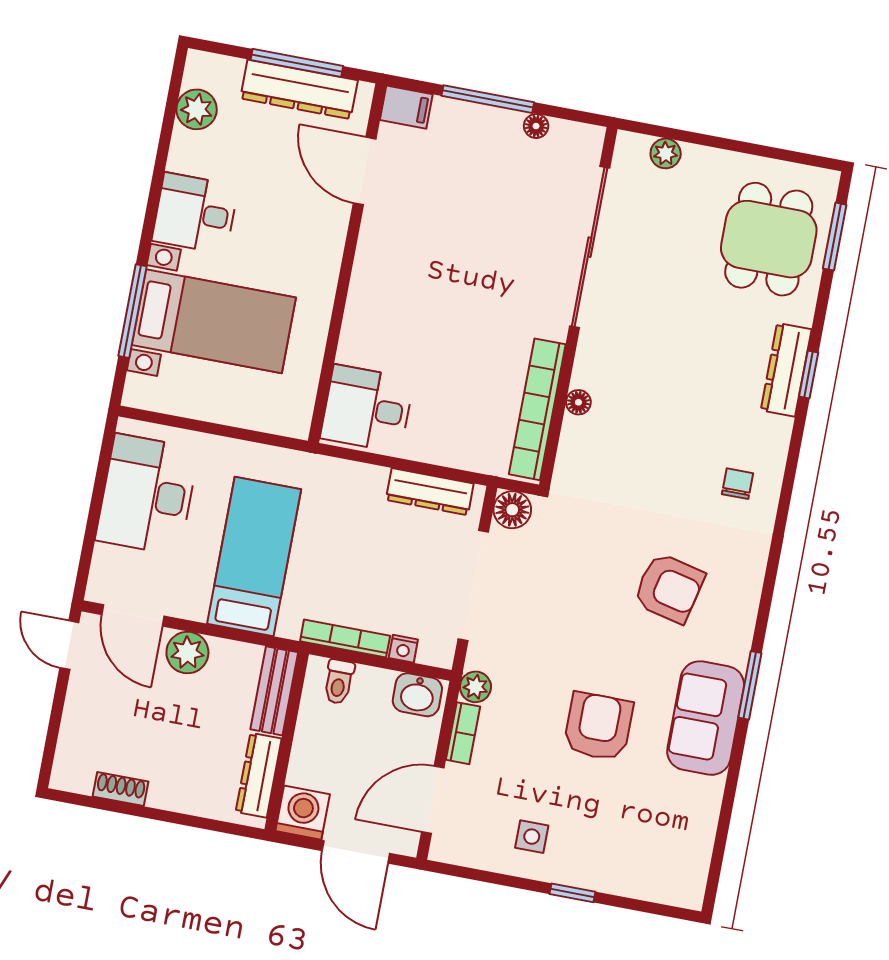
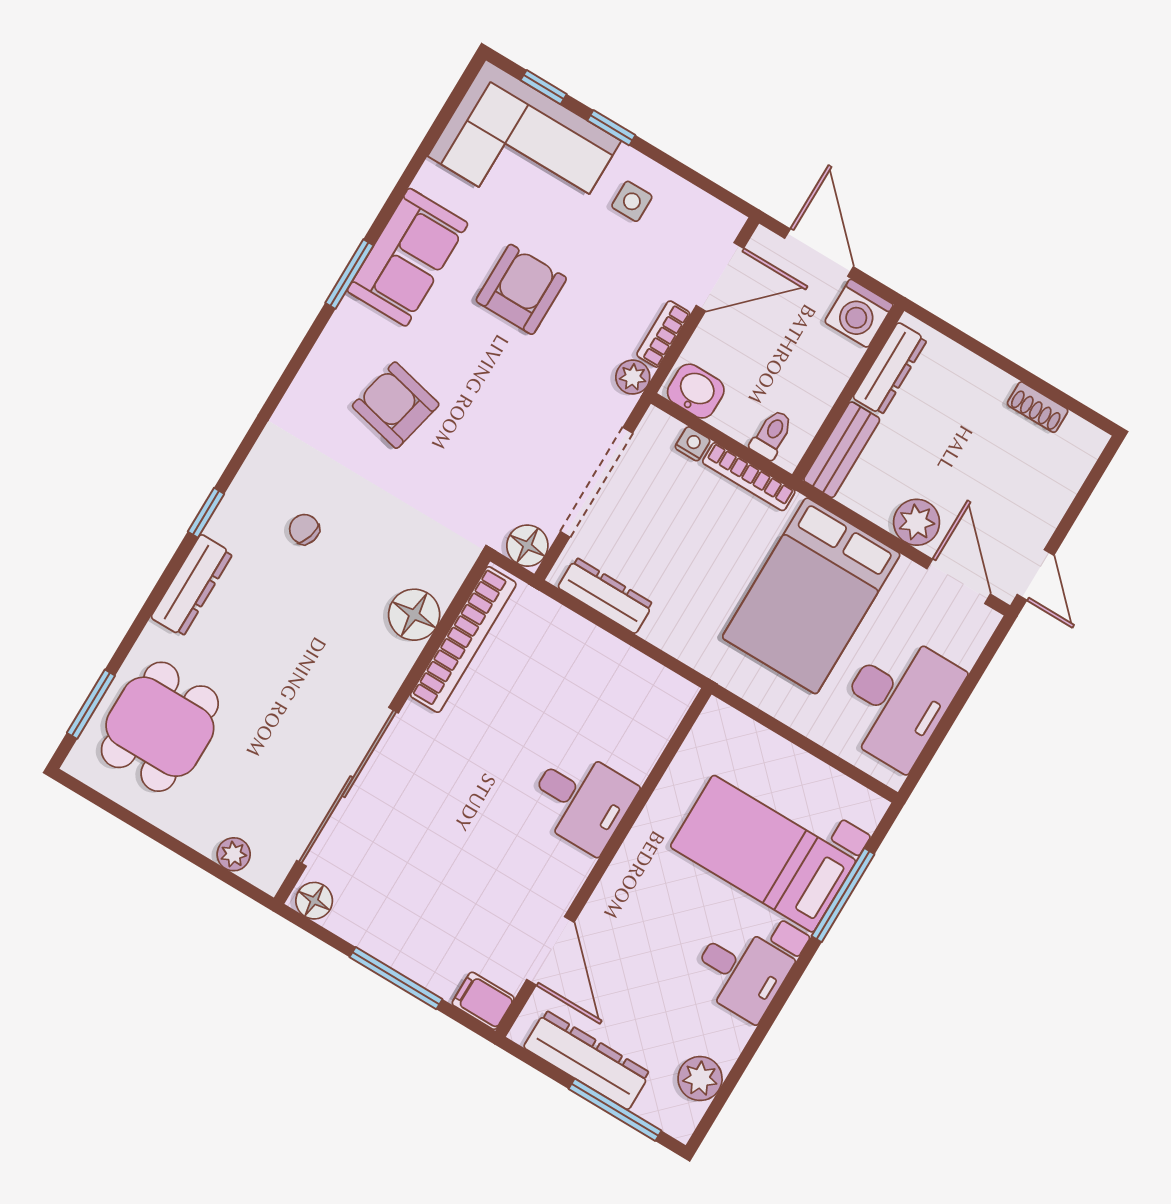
window: (297, 63) -> (615, 1110), moved
floor lamp: (536, 126) -> (314, 901), moved, width x1.37, depth x1.37
window: (809, 374) -> (206, 513), moved
floor lamp: (578, 402) -> (414, 615), width x1.89, depth x1.89
desk: (367, 409) -> (581, 800), moved
chair: (737, 484) -> (304, 529), moved, turned 107
bed: (254, 557) -> (811, 596), width x1.50
armchair: (598, 726) -> (521, 289), turned 180
corner sofa: (640, 848) -> (524, 148), added
window: (643, 906) -> (544, 87), added

